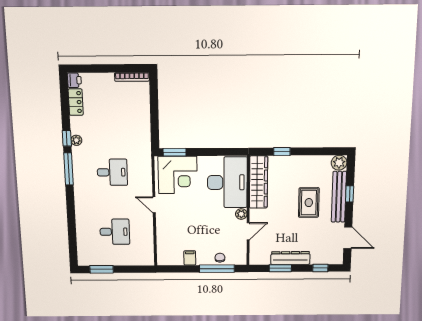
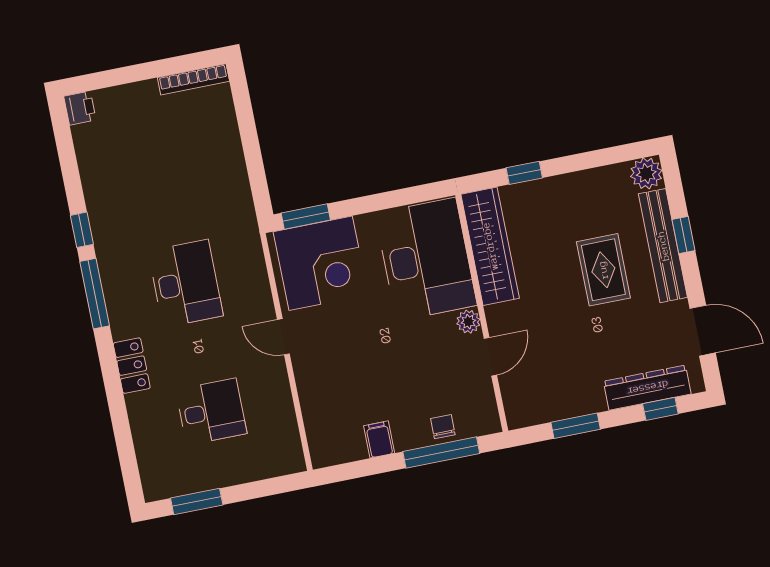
locker: (76, 102) -> (132, 366), moved
plant: (76, 140) -> (102, 230), removed
desk: (112, 172) -> (186, 283), width x1.37
dresser: (290, 258) -> (647, 388), moved

